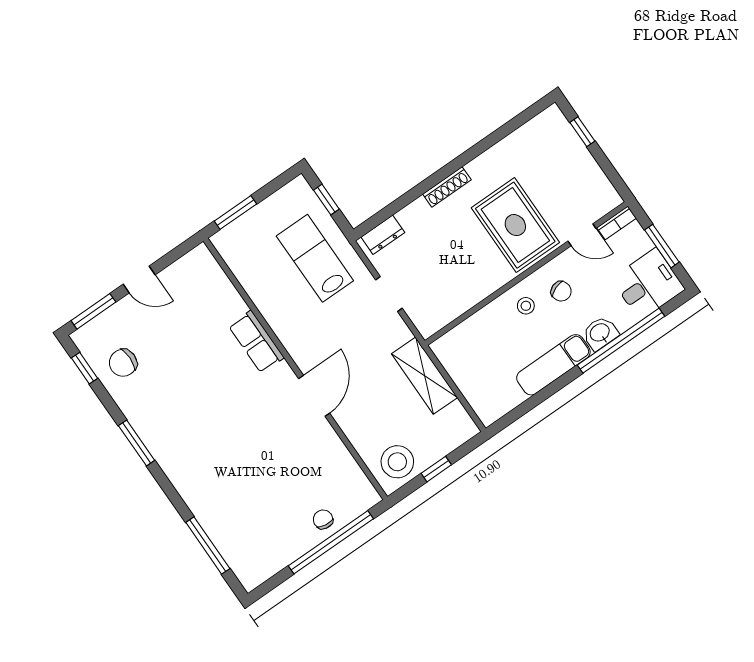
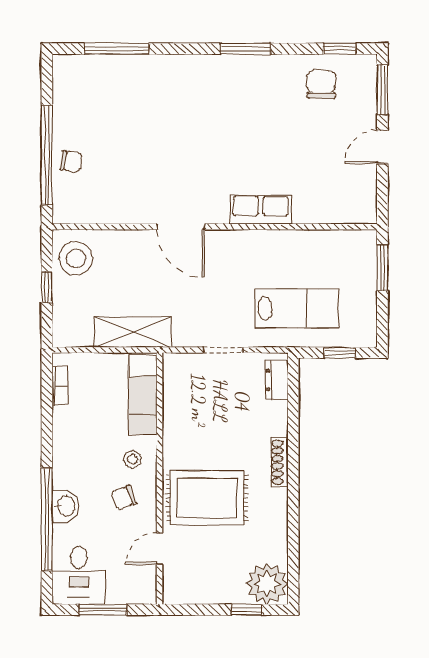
plant: (550, 130) -> (267, 584), added
bookcase: (617, 223) -> (60, 386), moved, turned 180
exam couch: (553, 365) -> (143, 394), moved, turned 180

